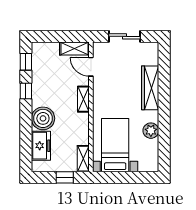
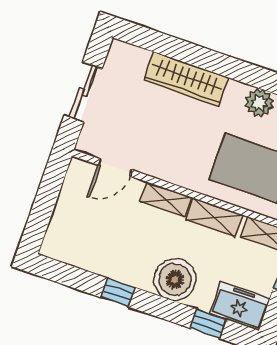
shelving: (74, 49) -> (214, 218), moved, turned 90
window: (26, 62) -> (208, 324), moved
freezer: (41, 146) -> (240, 306), moved

